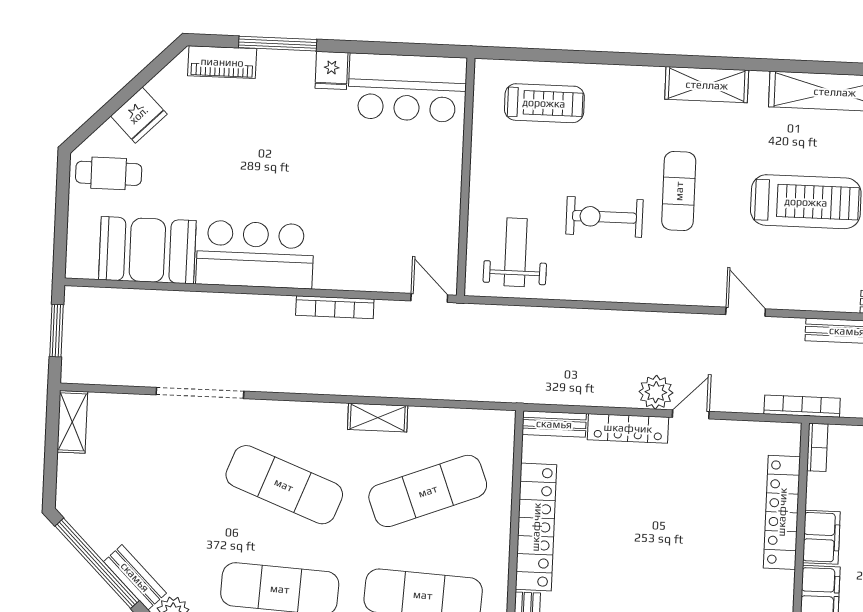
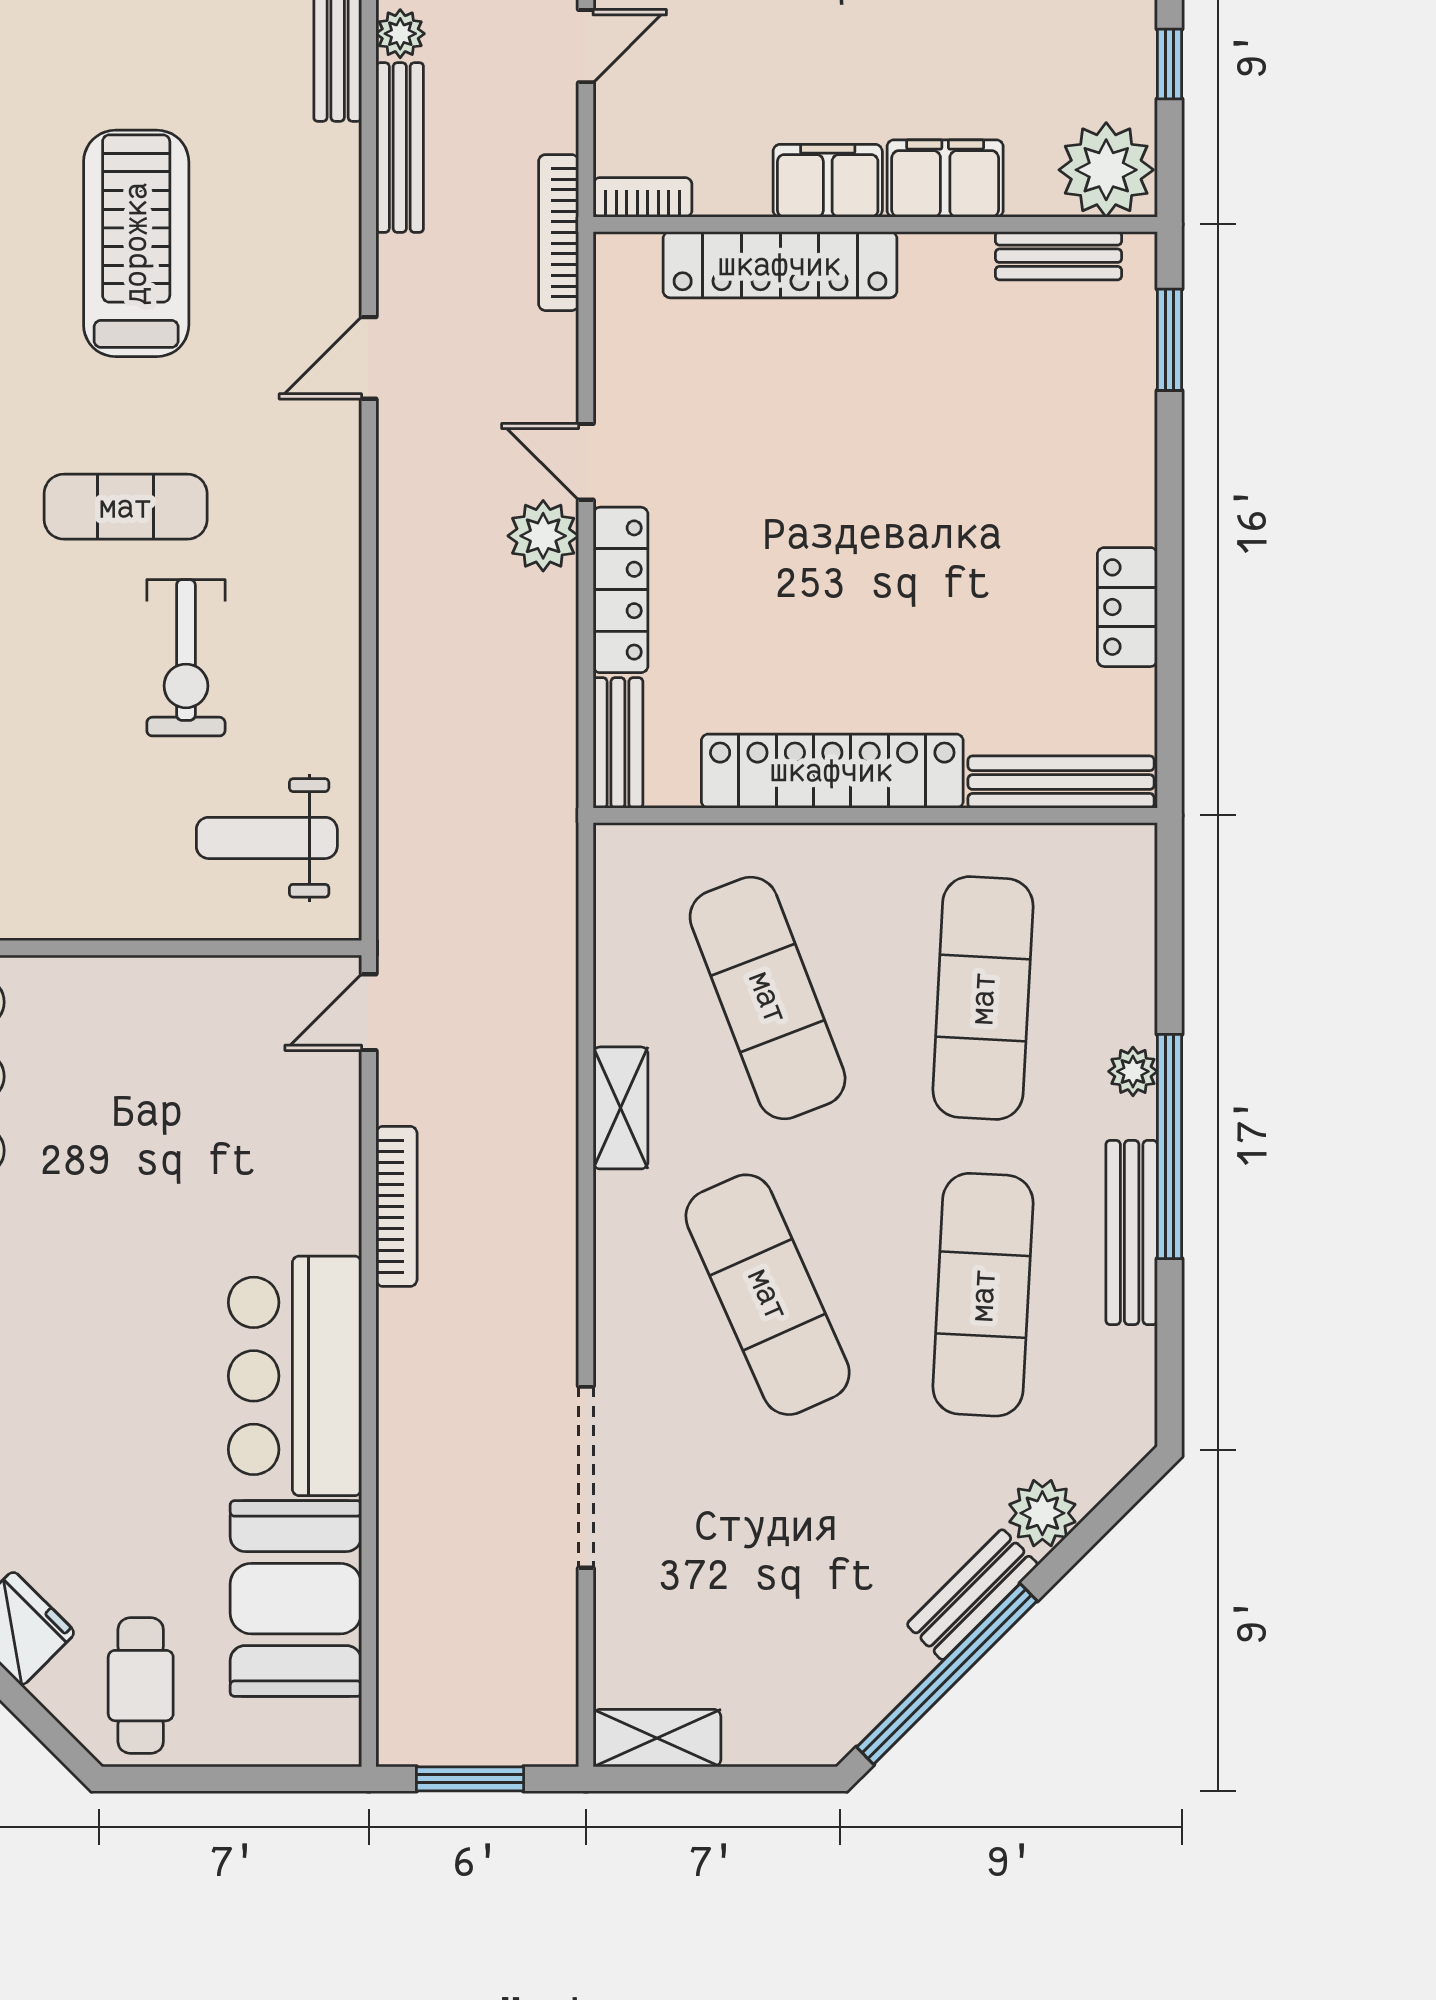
exercise mat: (284, 485) -> (768, 1295), turned -45

